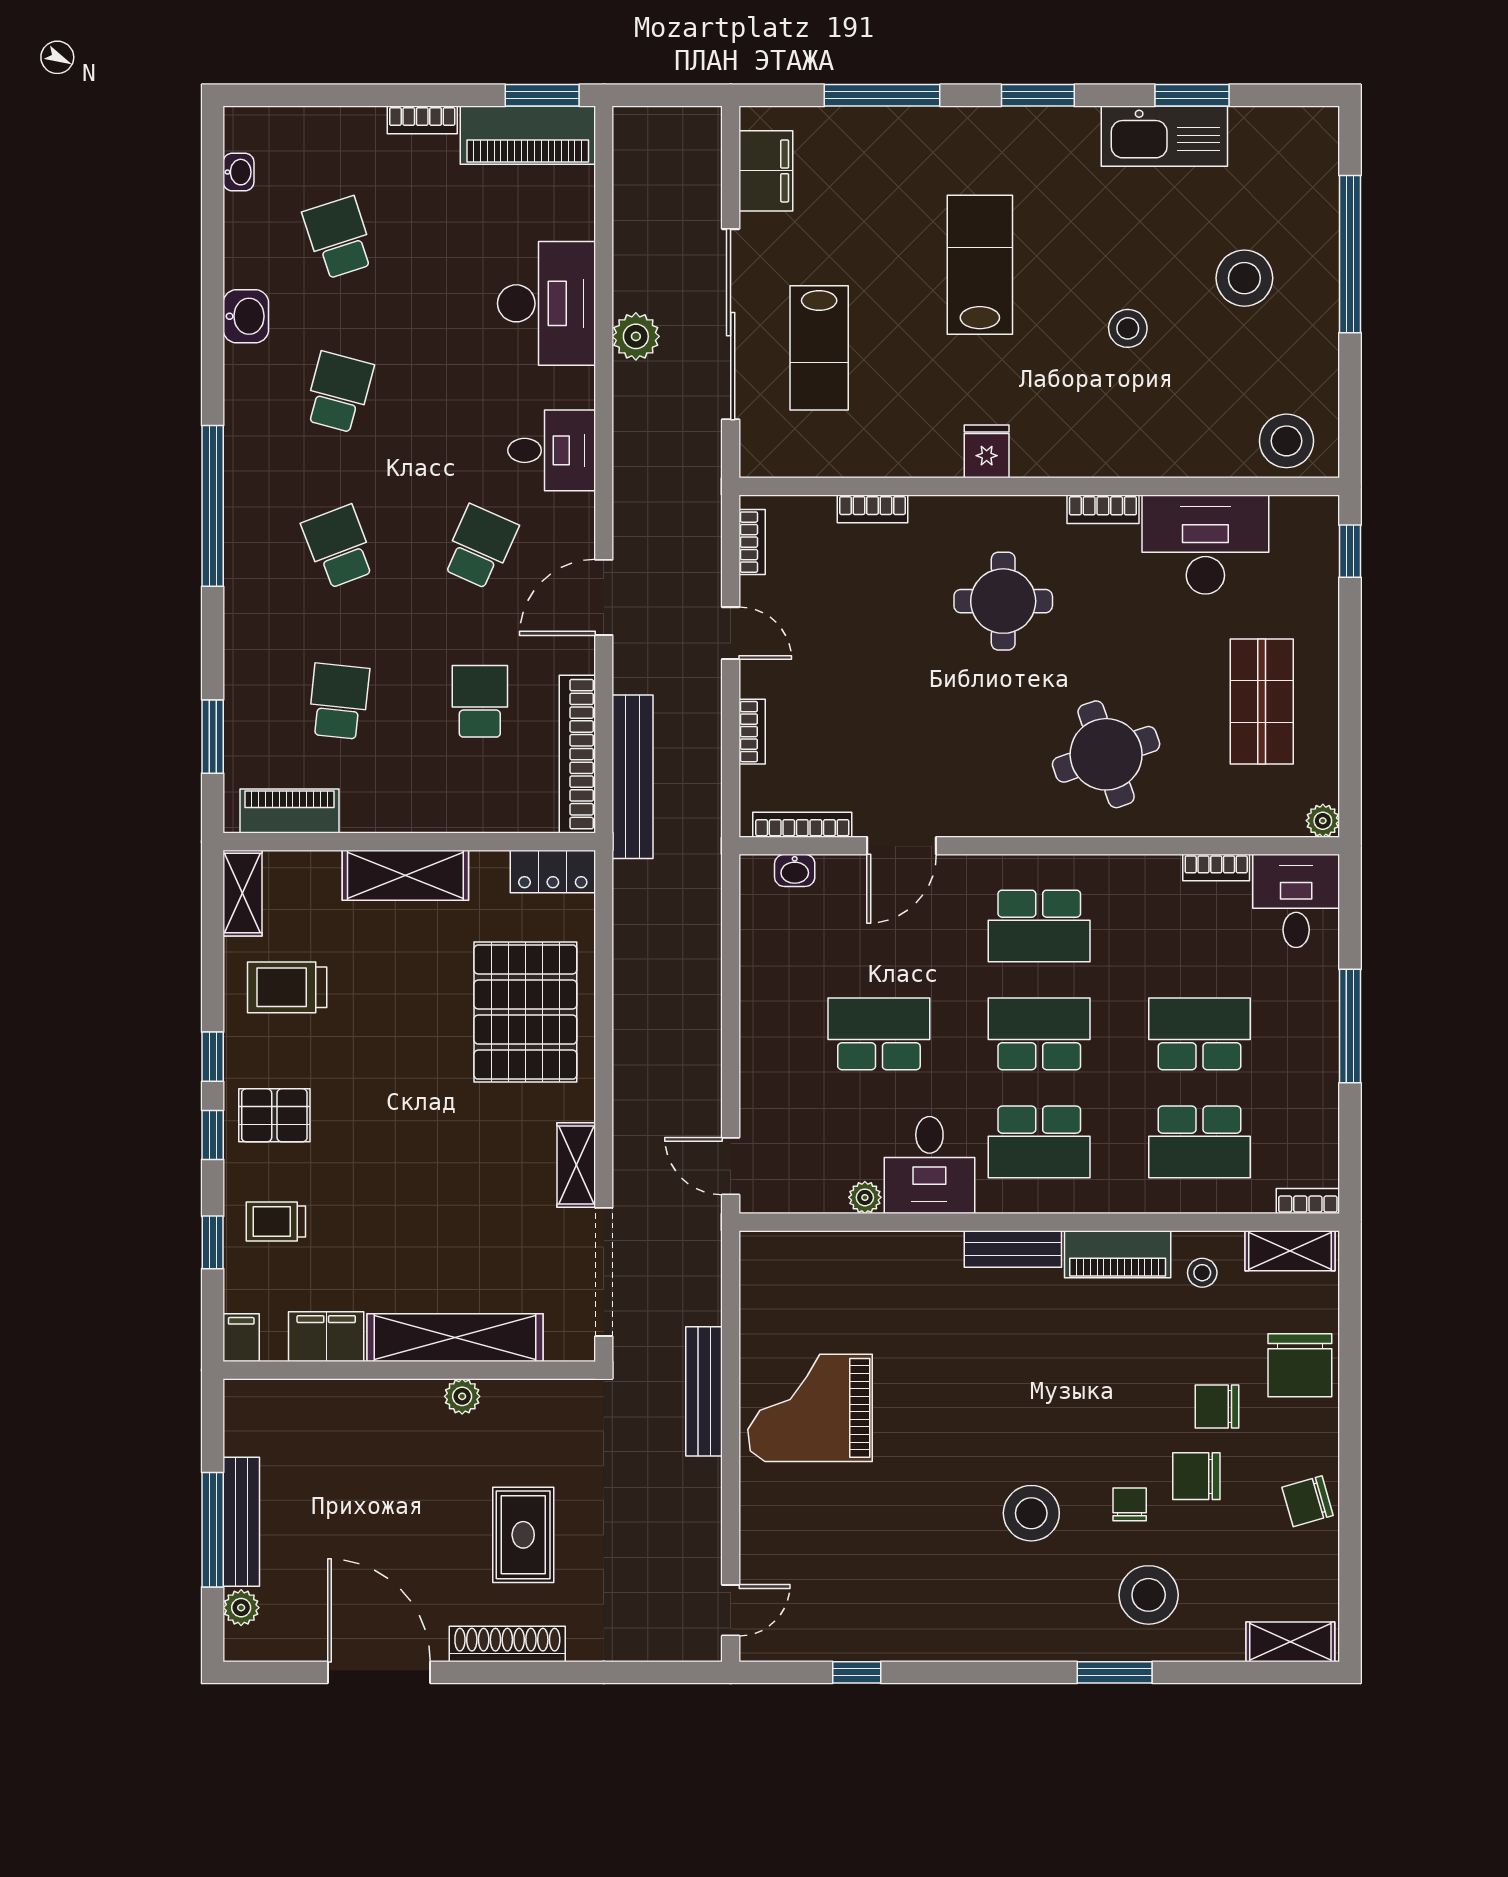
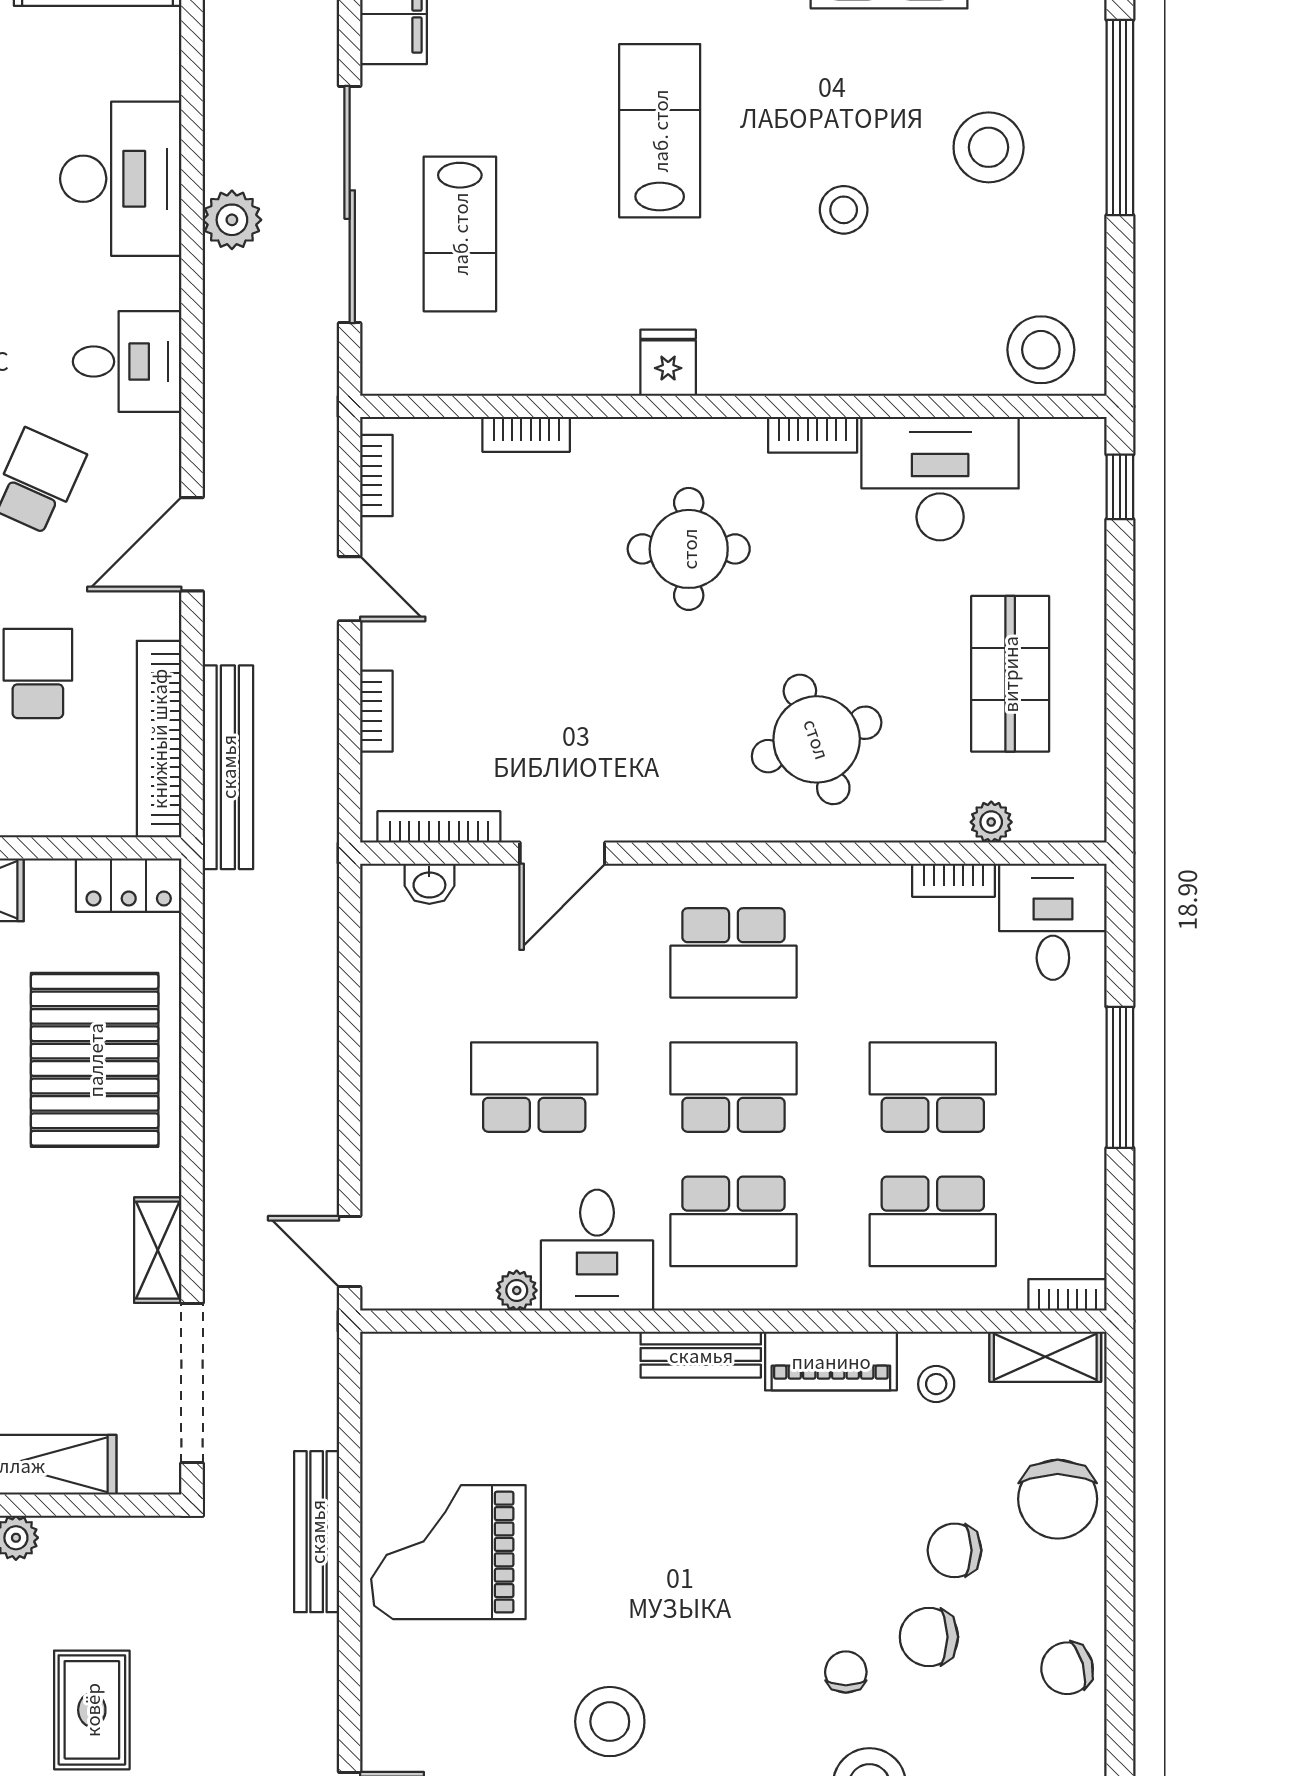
plant: (1323, 821) -> (991, 822), moved
stool: (1031, 1513) -> (610, 1722), moved

